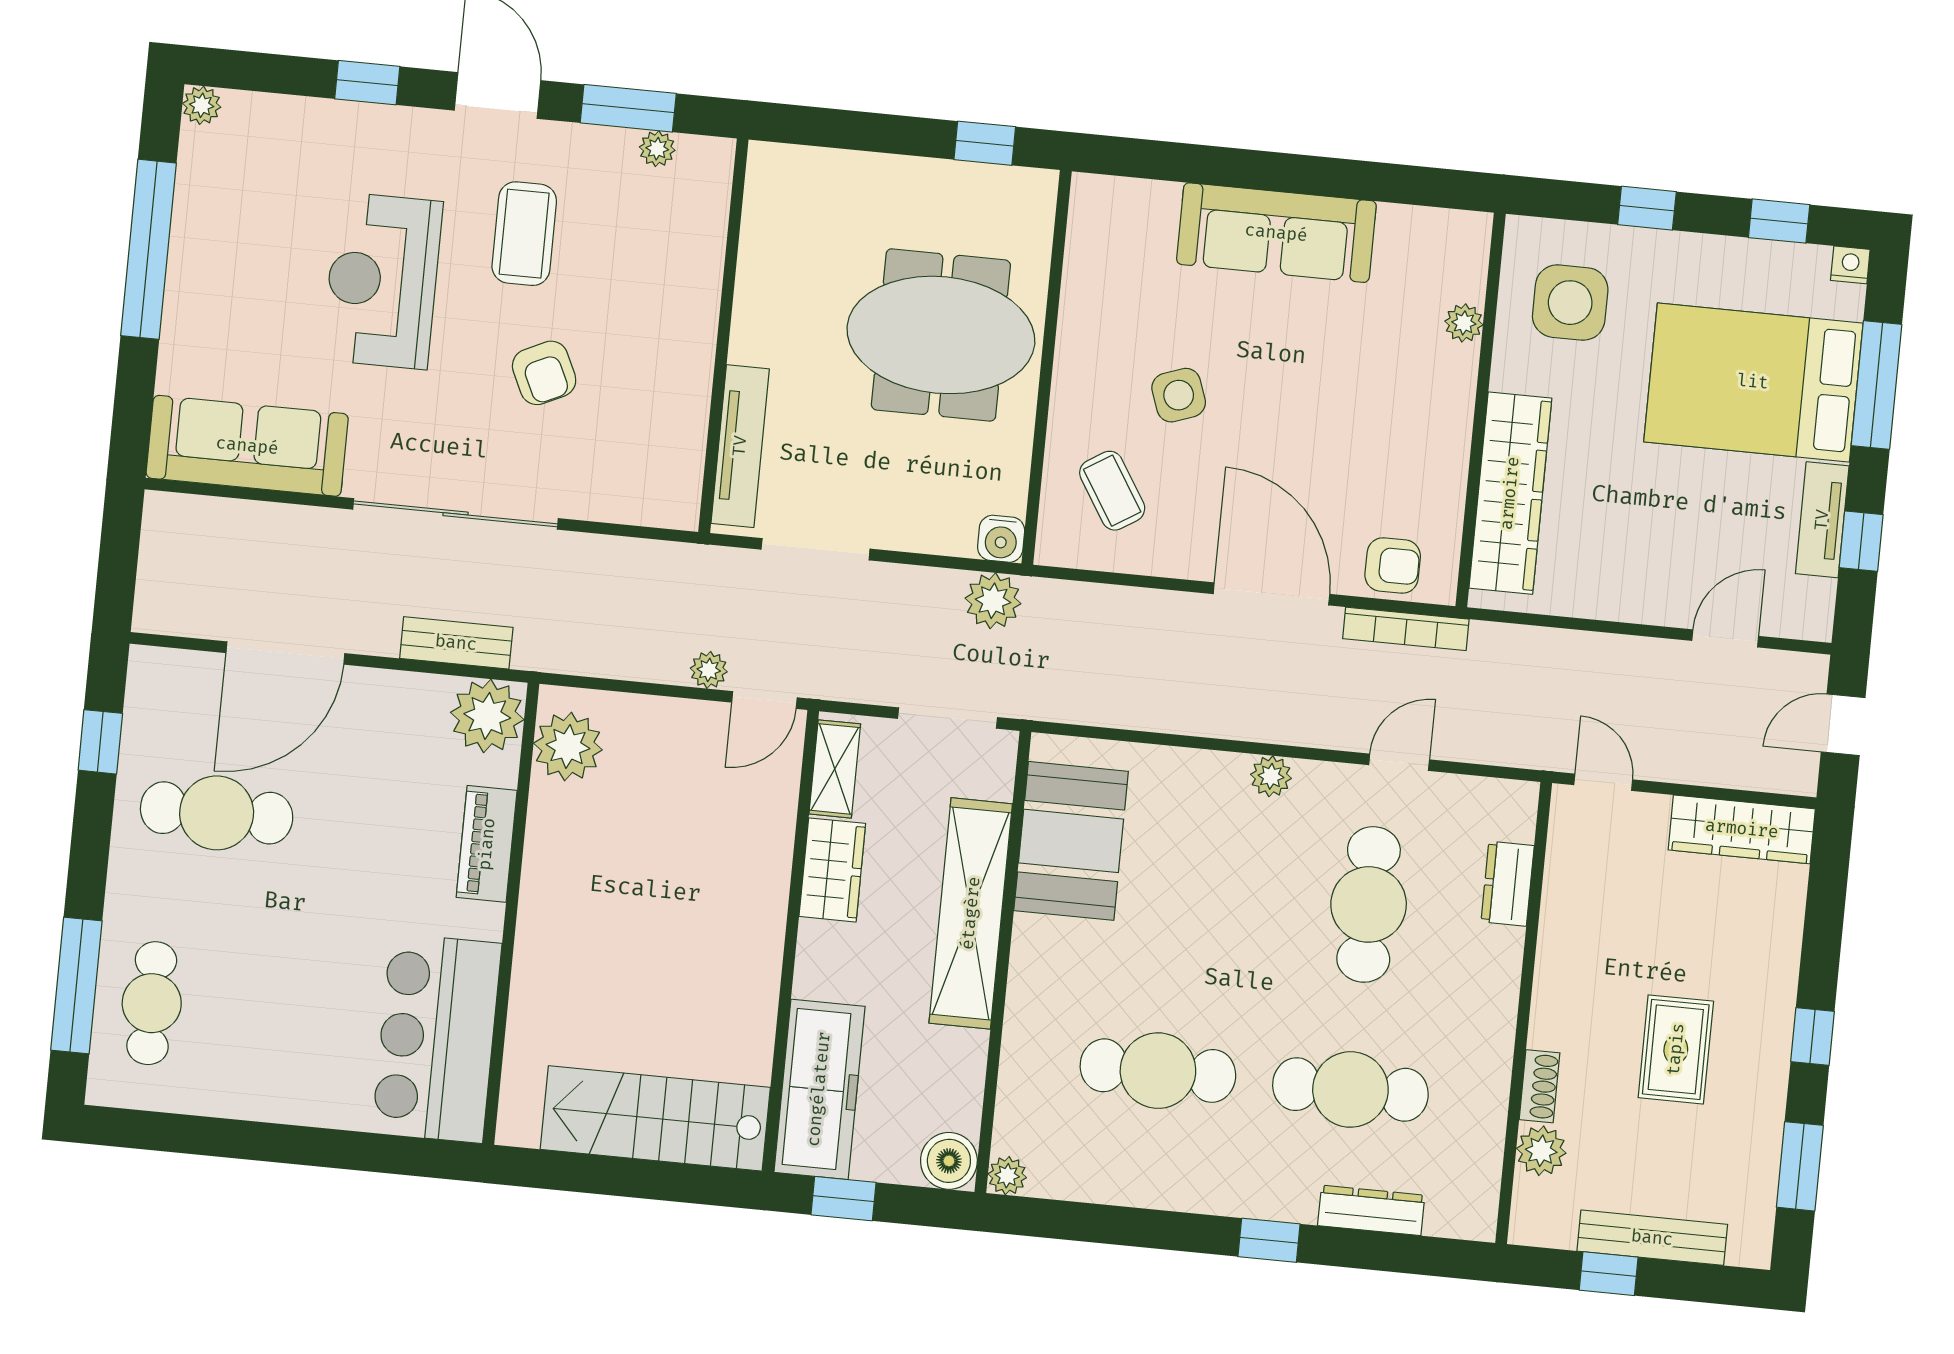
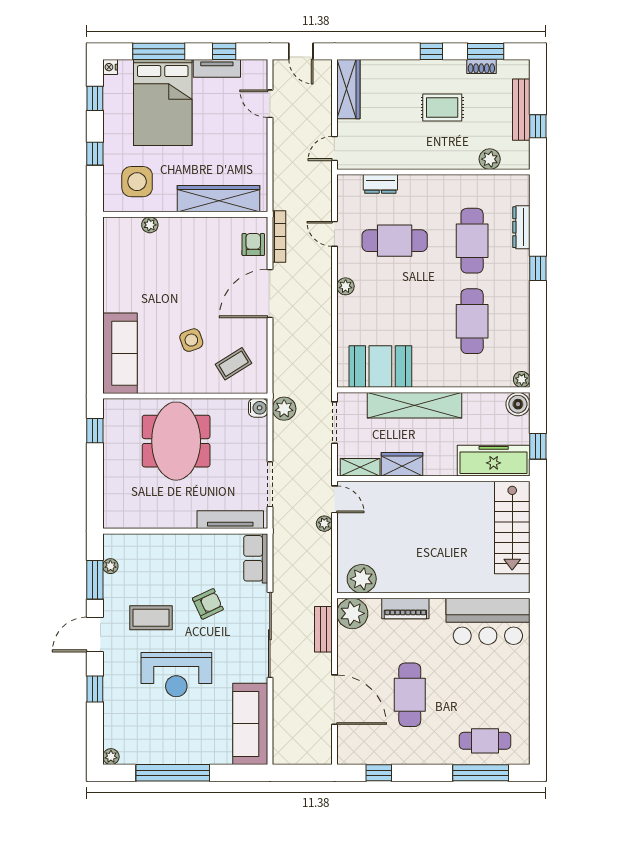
sofa: (1276, 233) -> (120, 353), moved
row of seats: (642, 498) -> (256, 558), added
cafe table: (217, 813) -> (410, 695), moved
shoe rack: (1540, 1086) -> (481, 67), moved, turned 180

